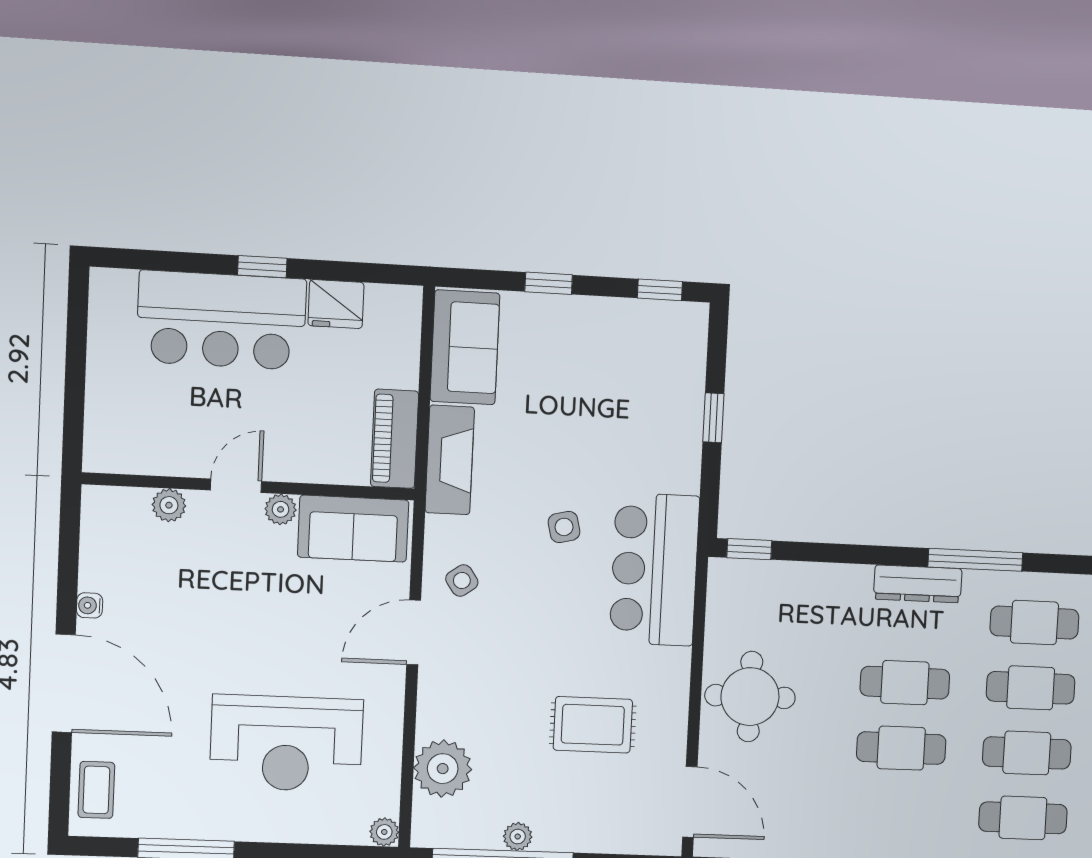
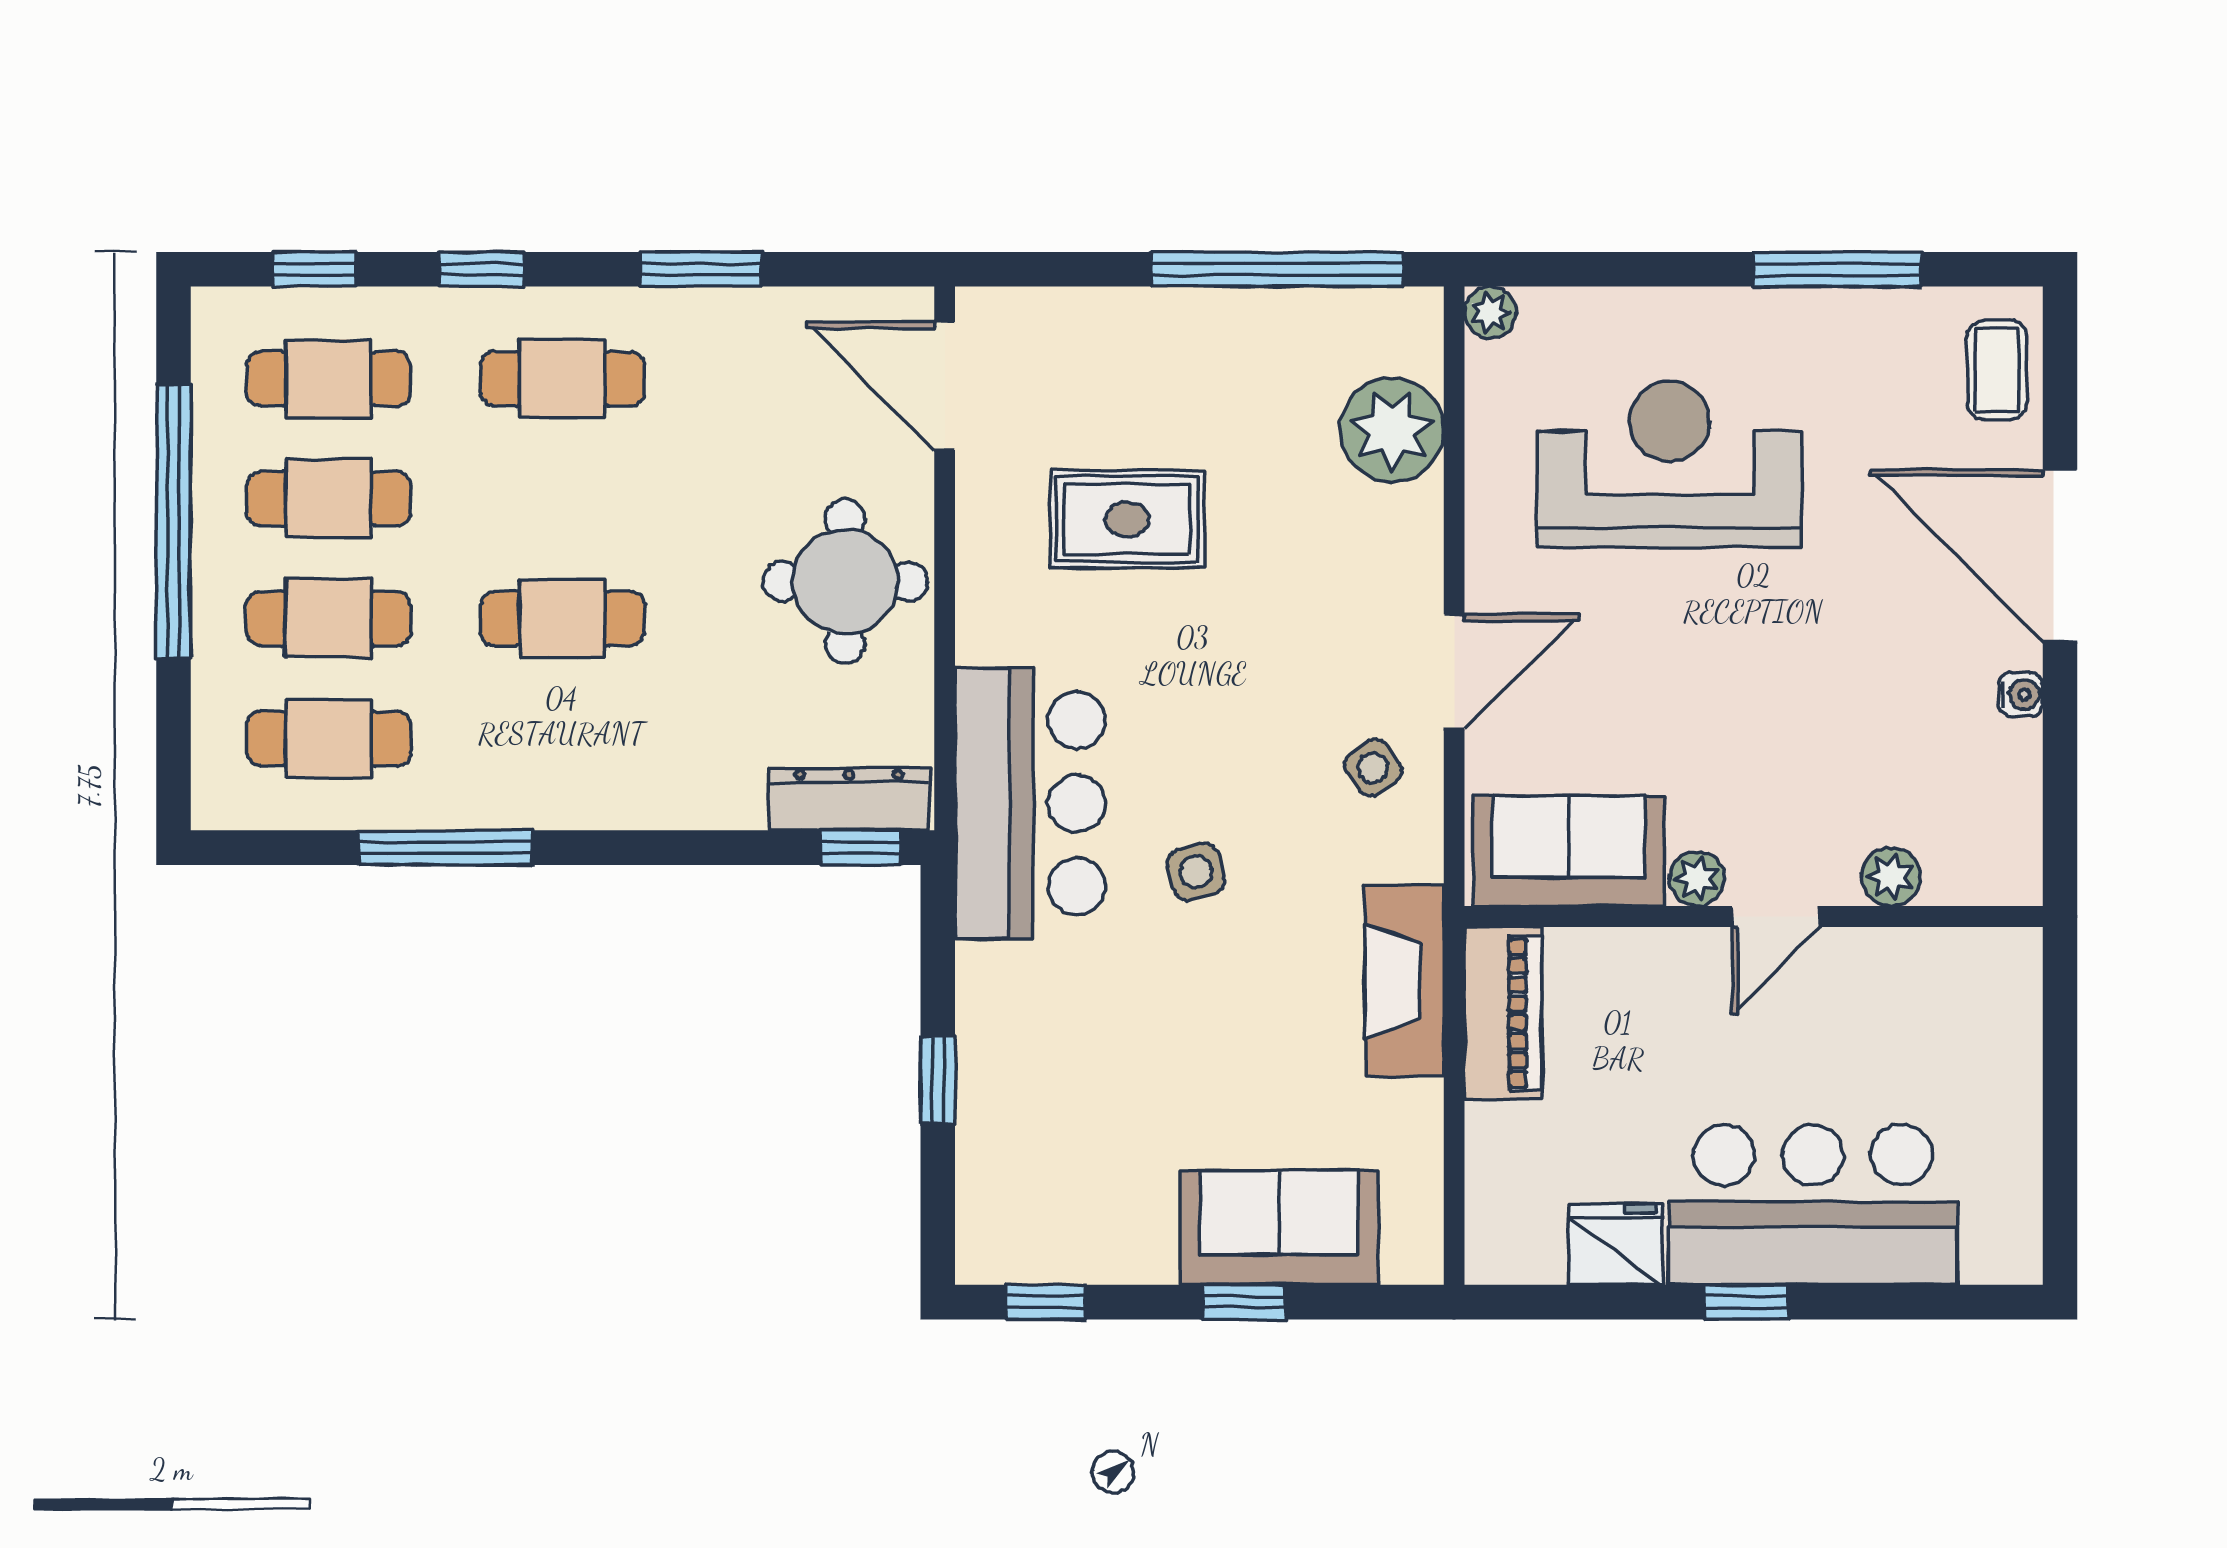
sofa: (465, 347) -> (1279, 1228), moved, turned 90
dresser: (918, 584) -> (849, 799), moved
cafe table: (901, 748) -> (562, 379), moved
plant: (518, 837) -> (1252, 312), removed

